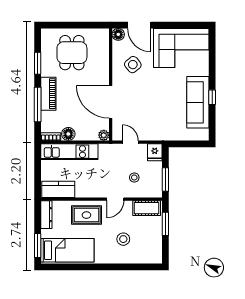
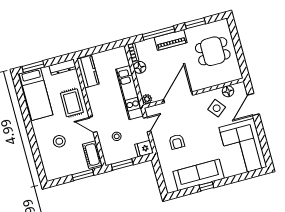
floor lamp: (118, 34) -> (228, 91), moved
armchair: (157, 116) -> (177, 142), added
kitchen unit: (69, 152) -> (130, 93), moved

